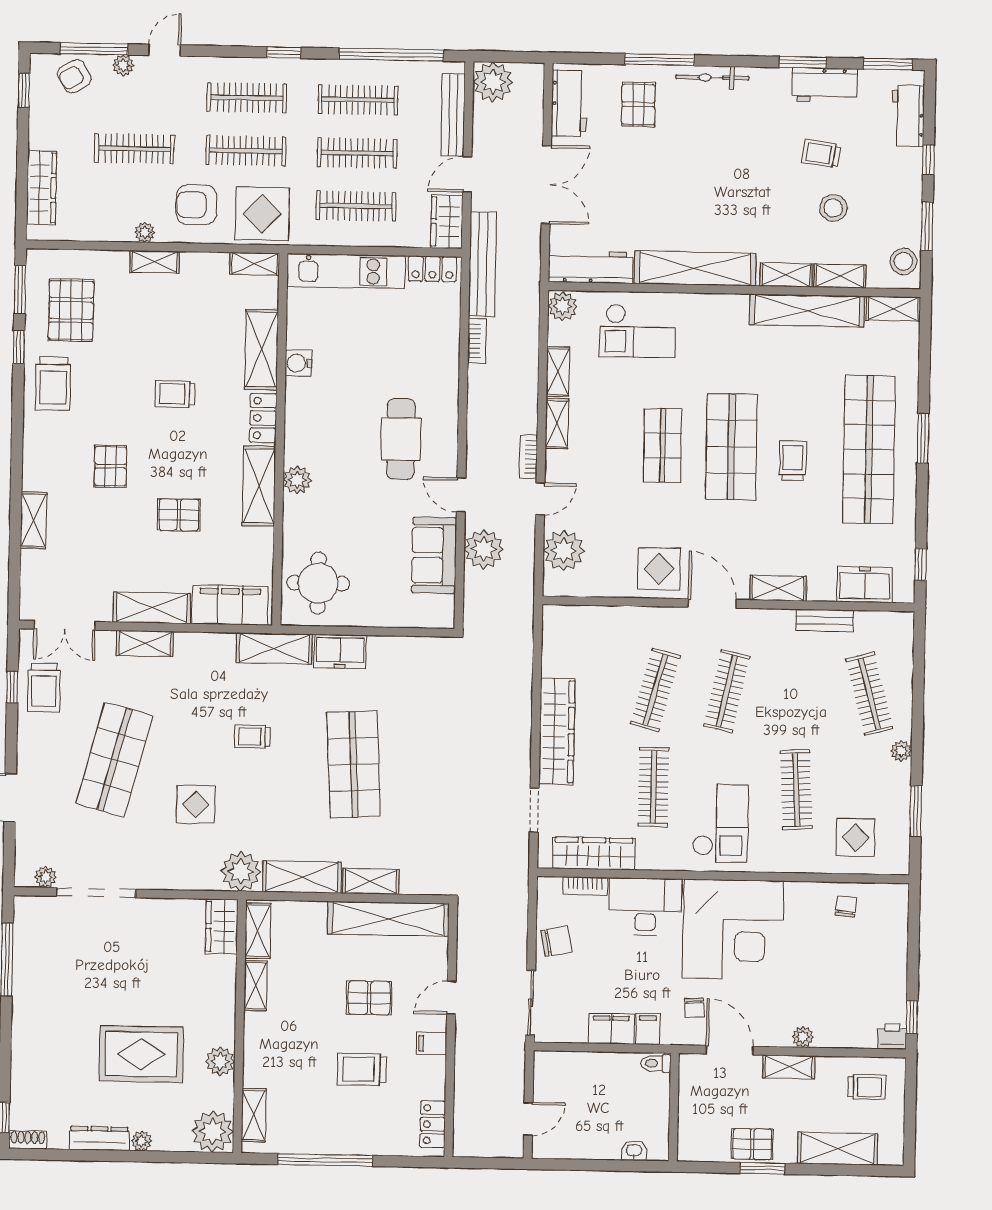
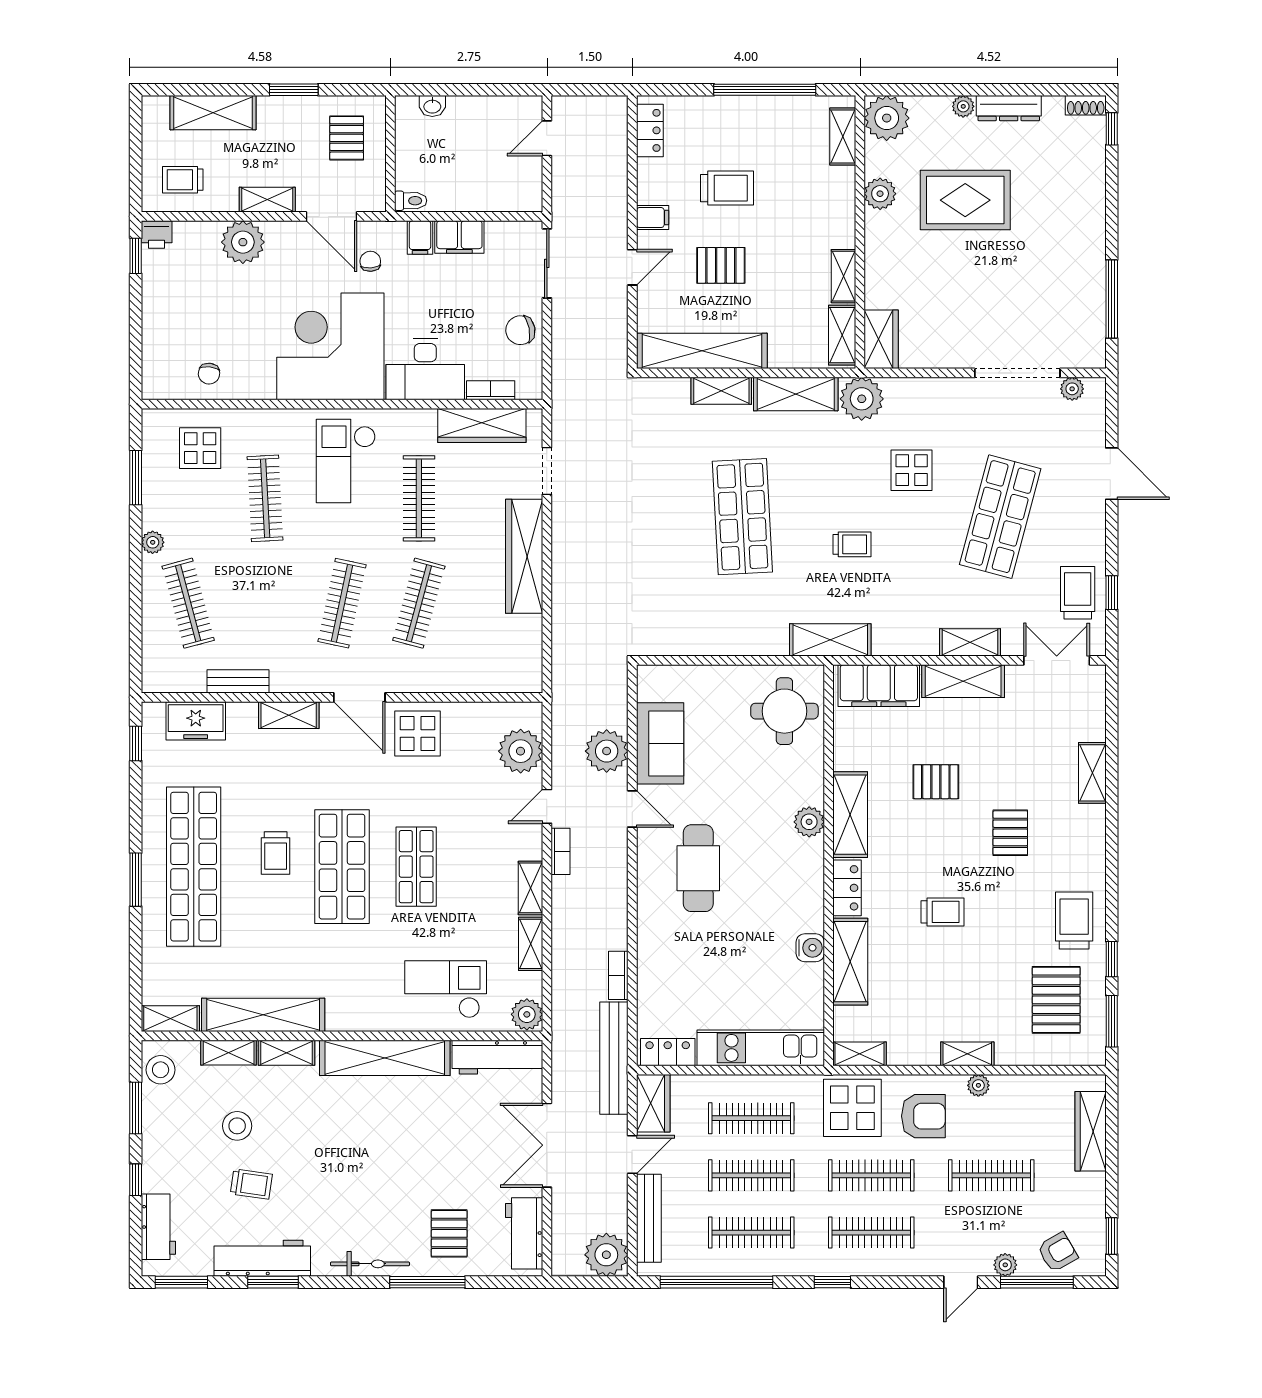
workbench: (825, 85) -> (262, 1258), width x1.38
freezer: (340, 652) -> (759, 638), removed
plant: (803, 1037) -> (243, 242), width x1.88, depth x1.88
pallet: (752, 1144) -> (347, 138), moved, turned 90

